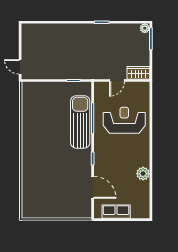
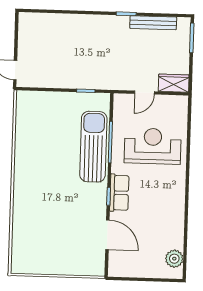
bench: (122, 28) -> (153, 23), added
plant: (145, 28) -> (184, 24), removed
plant: (143, 174) -> (174, 259), moved
row of seats: (116, 212) -> (119, 193), moved, turned 90

